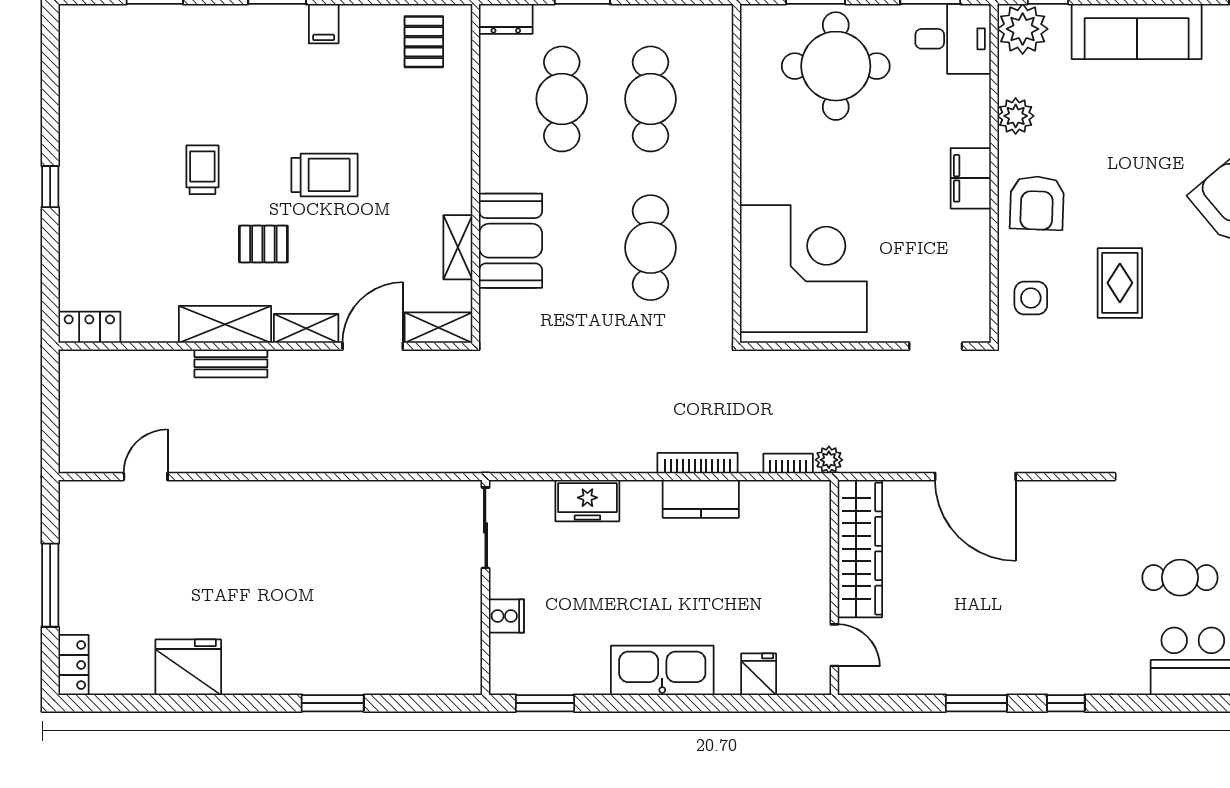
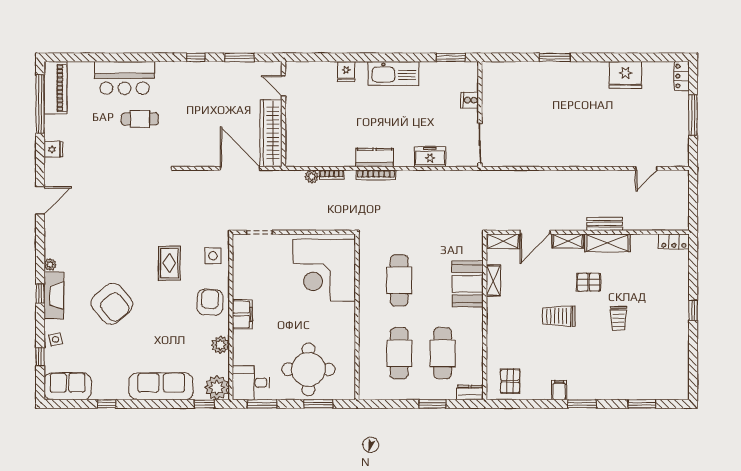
wardrobe: (860, 549) -> (271, 133), moved
wall: (834, 587) -> (284, 114), moved
door: (834, 645) -> (284, 86), moved

